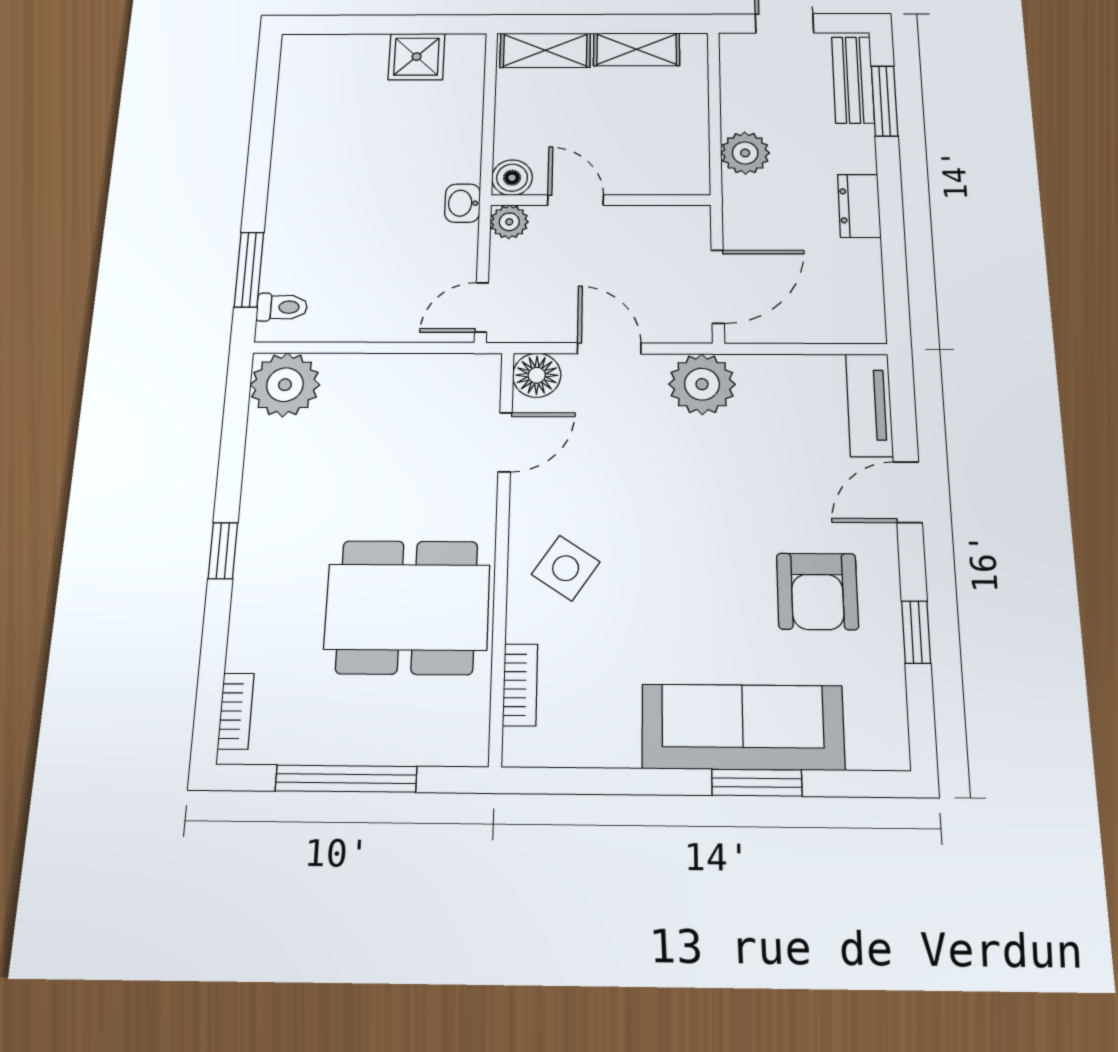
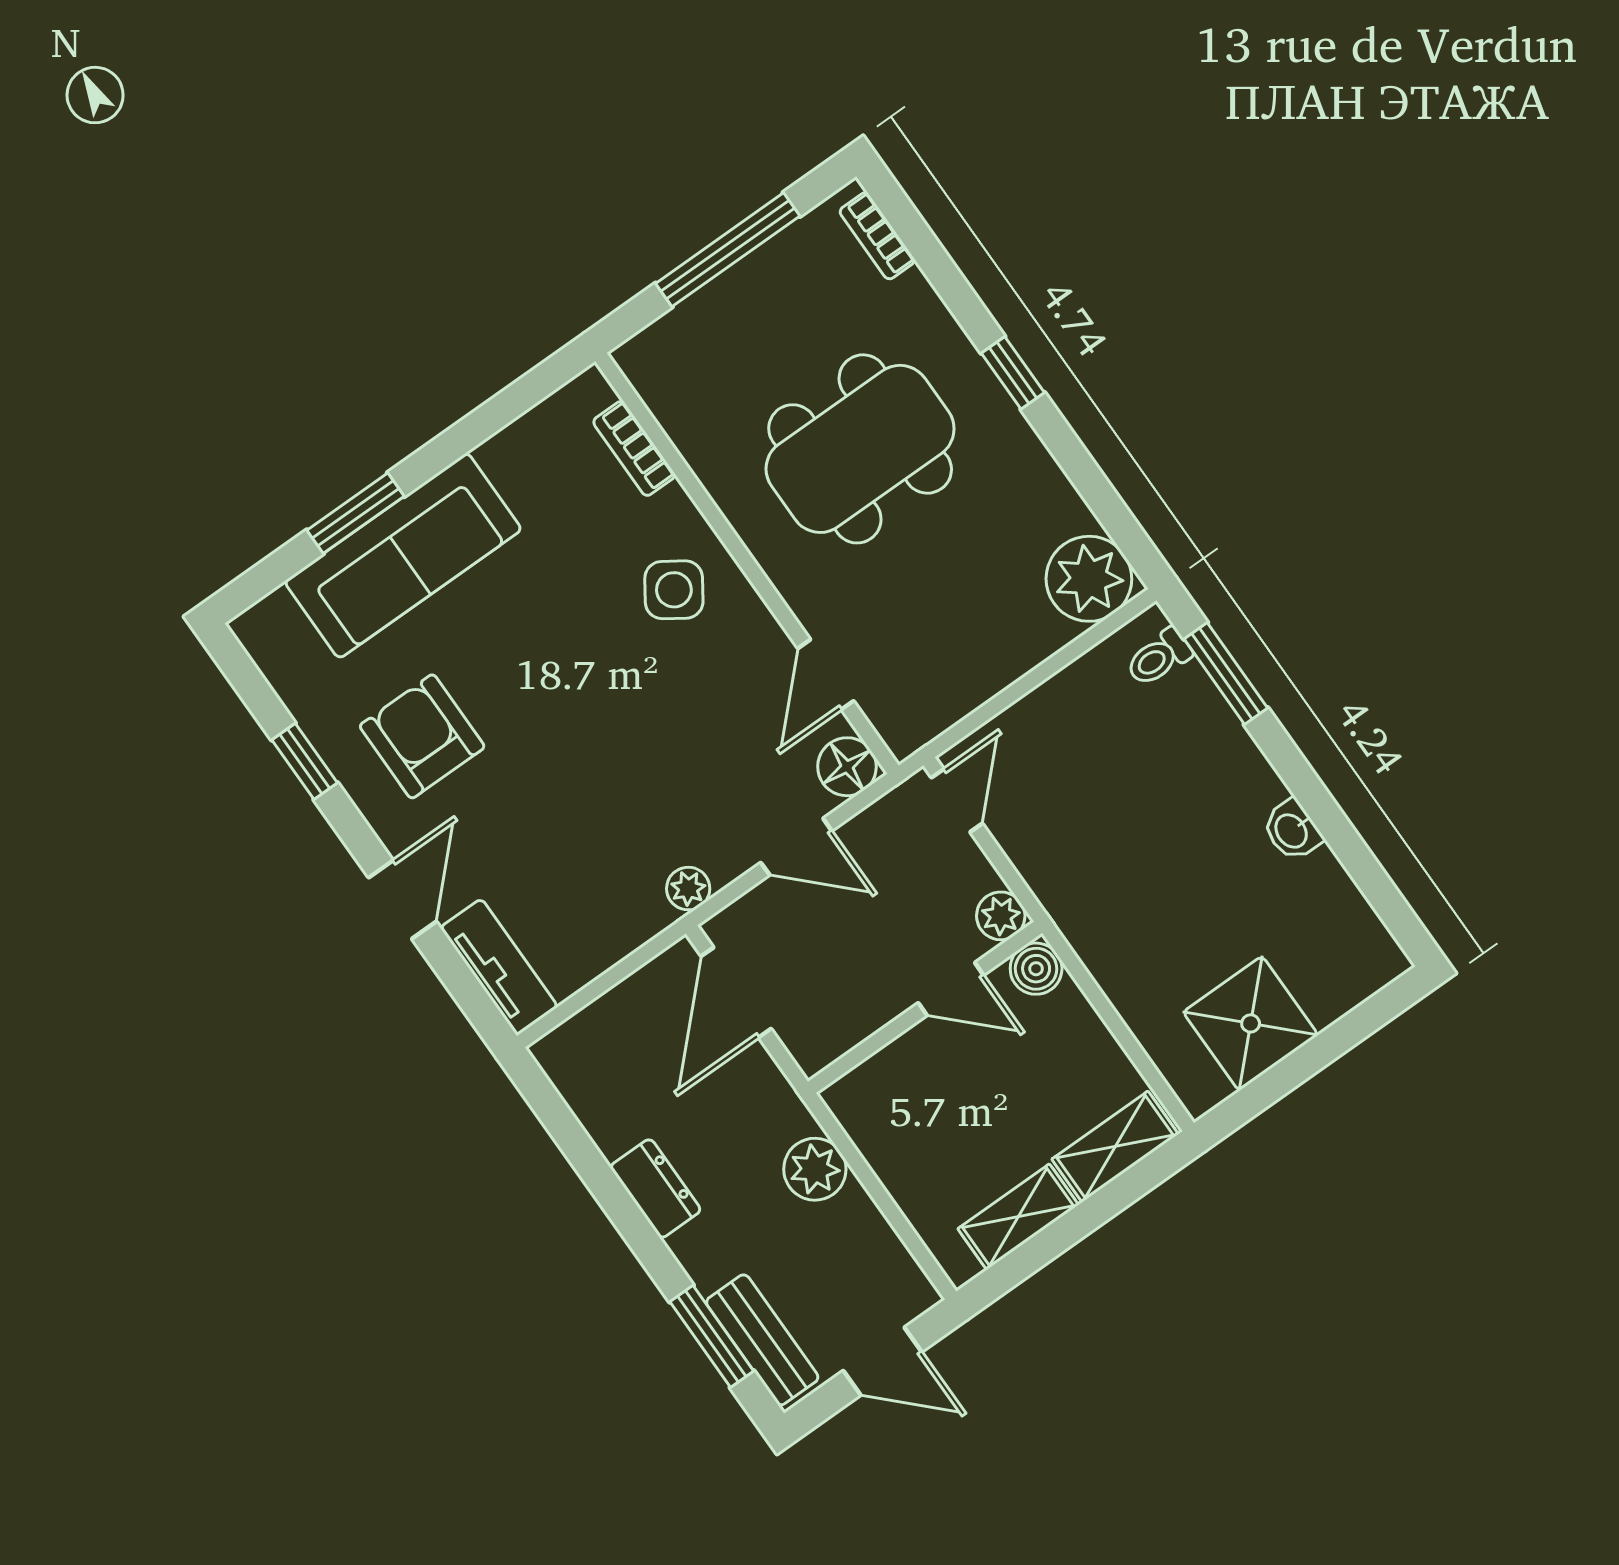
shower: (417, 57) -> (1251, 1023), width x1.36, depth x1.36
washbasin: (463, 203) -> (1292, 830), moved, turned 180
plant: (702, 384) -> (688, 889), width x0.53, depth x0.53
dining table: (407, 607) -> (860, 449), moved

